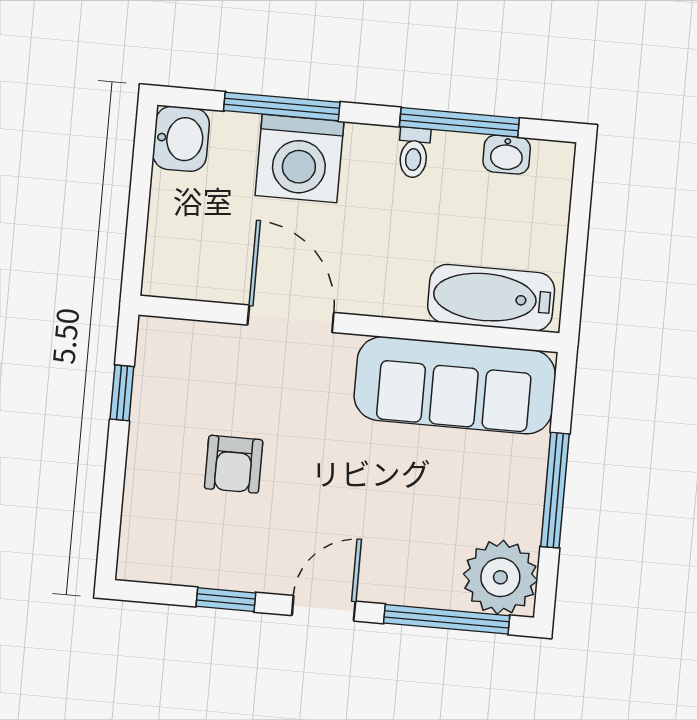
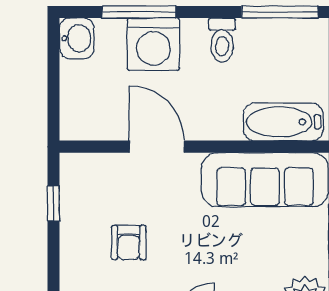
window: (459, 122) -> (280, 12), moved
toilet: (414, 153) -> (222, 40), width x1.37, depth x1.39
washbasin: (507, 155) -> (285, 30), removed

